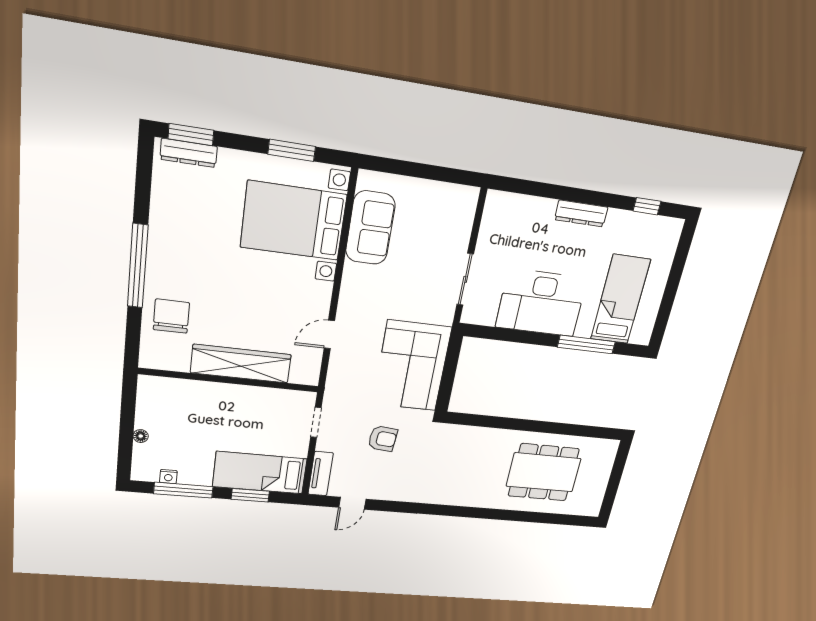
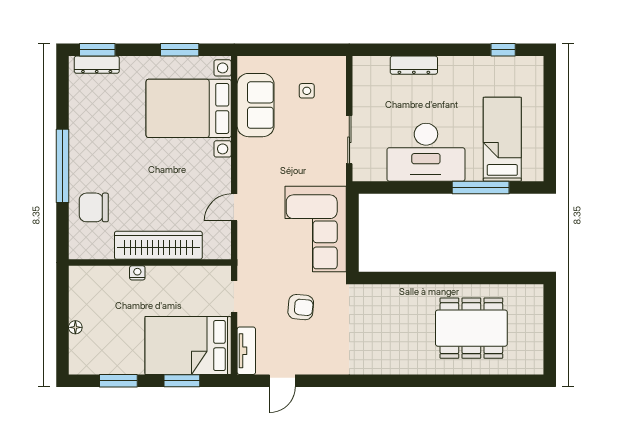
dresser: (581, 213) -> (414, 65), moved
side table: (430, 220) -> (307, 91), added
chair: (171, 316) -> (94, 207), turned -90
bed: (260, 473) -> (188, 346), width x1.50
nightstand: (168, 477) -> (137, 273), moved, turned 180
window: (183, 490) -> (118, 381), width x0.69

